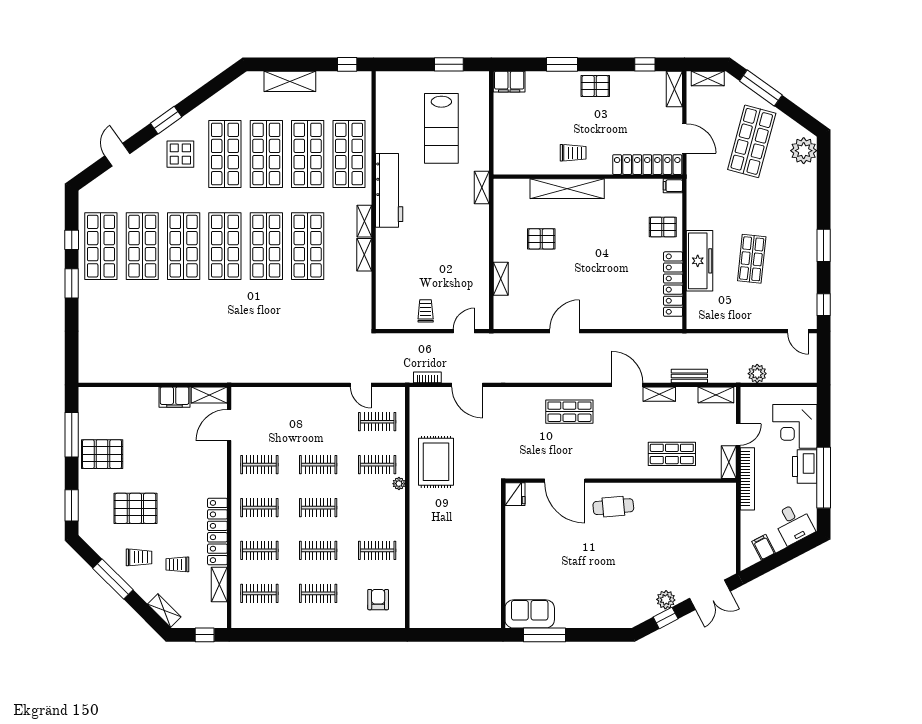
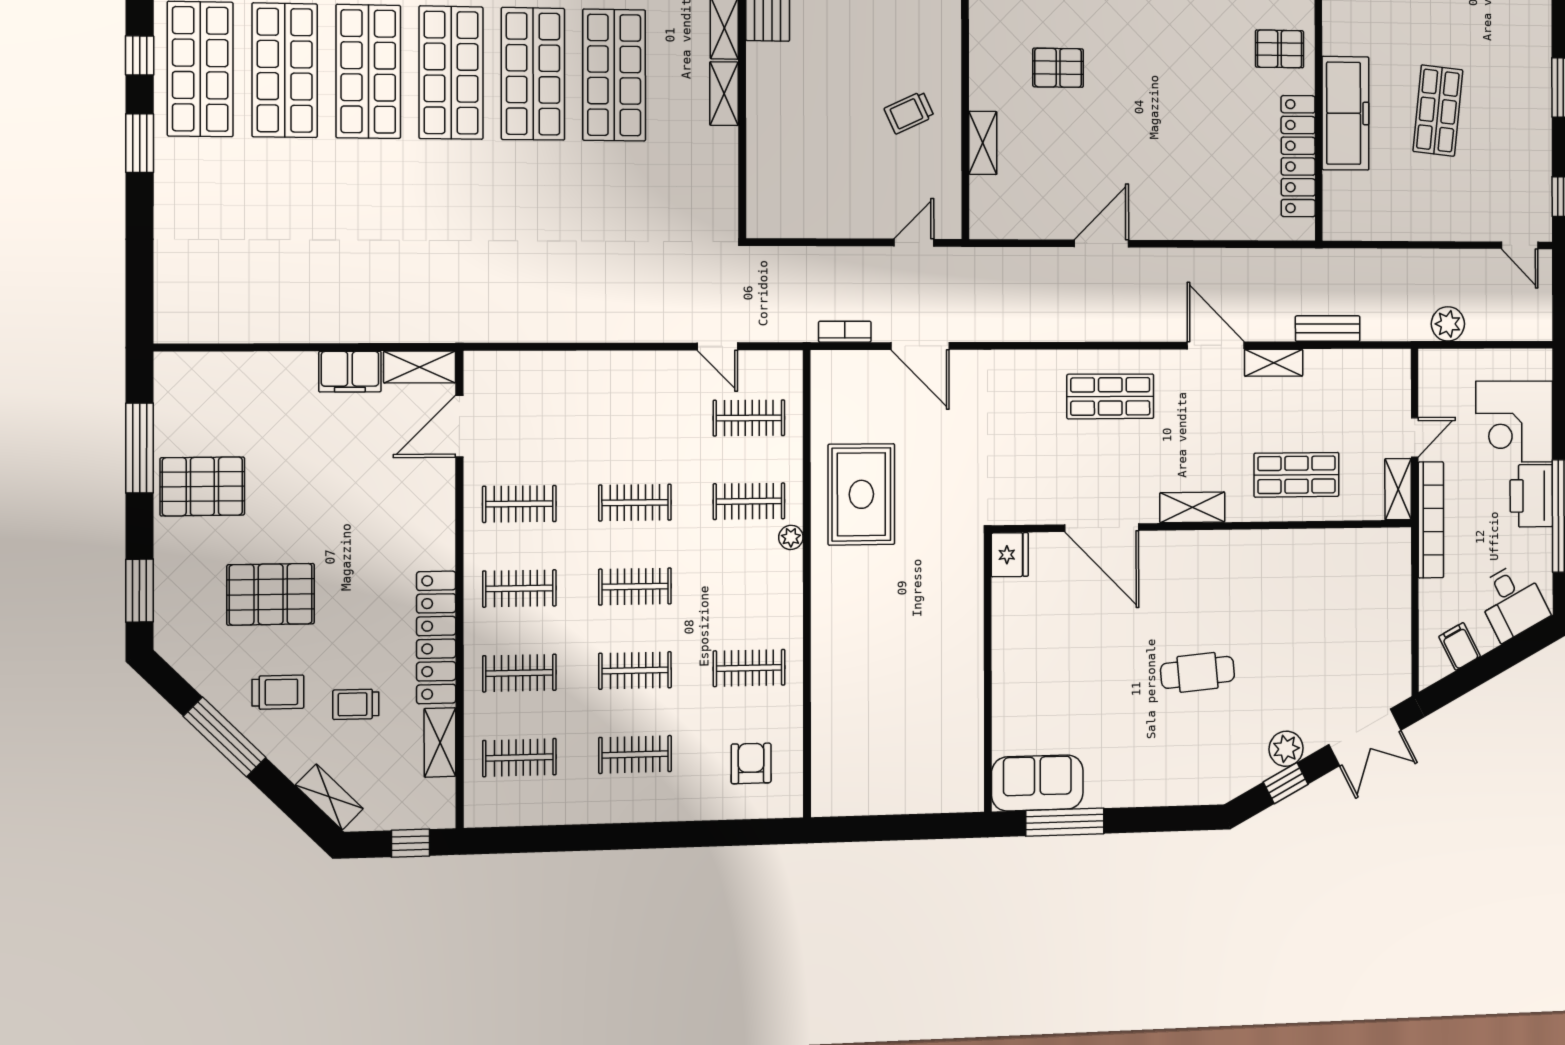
trolley: (426, 311) -> (909, 112), moved, turned -115
shelving: (716, 395) -> (1192, 507), moved
cafe table: (613, 507) -> (1198, 672), moved

